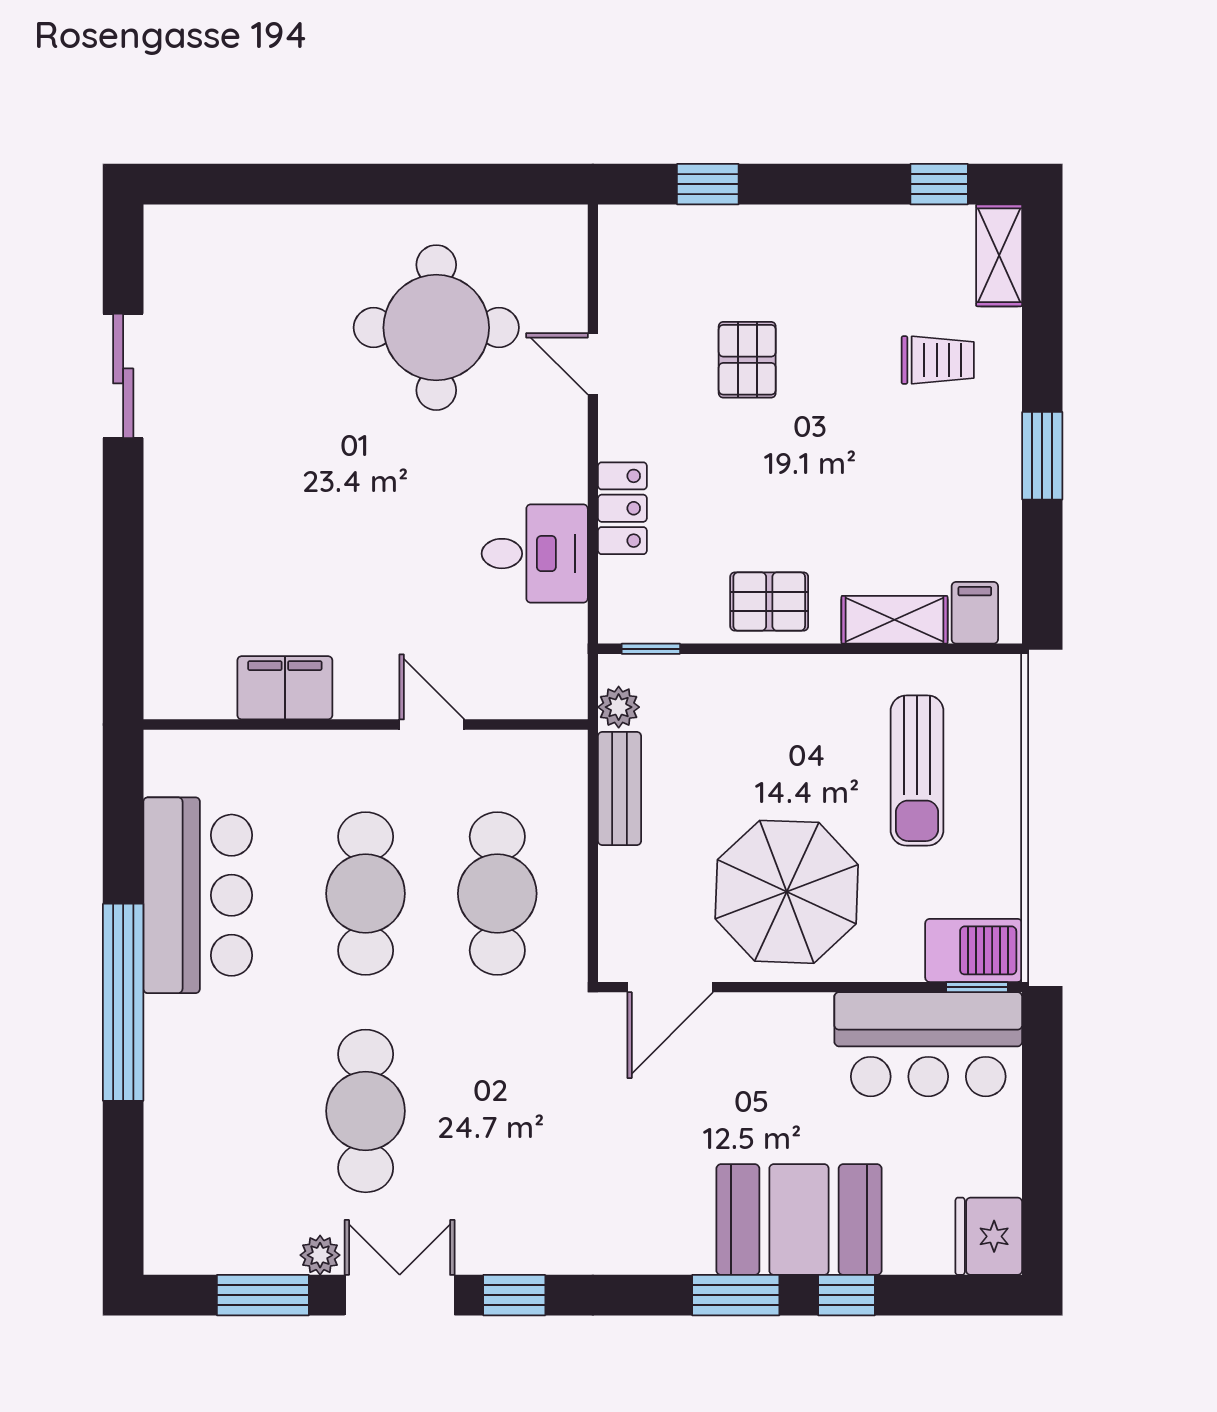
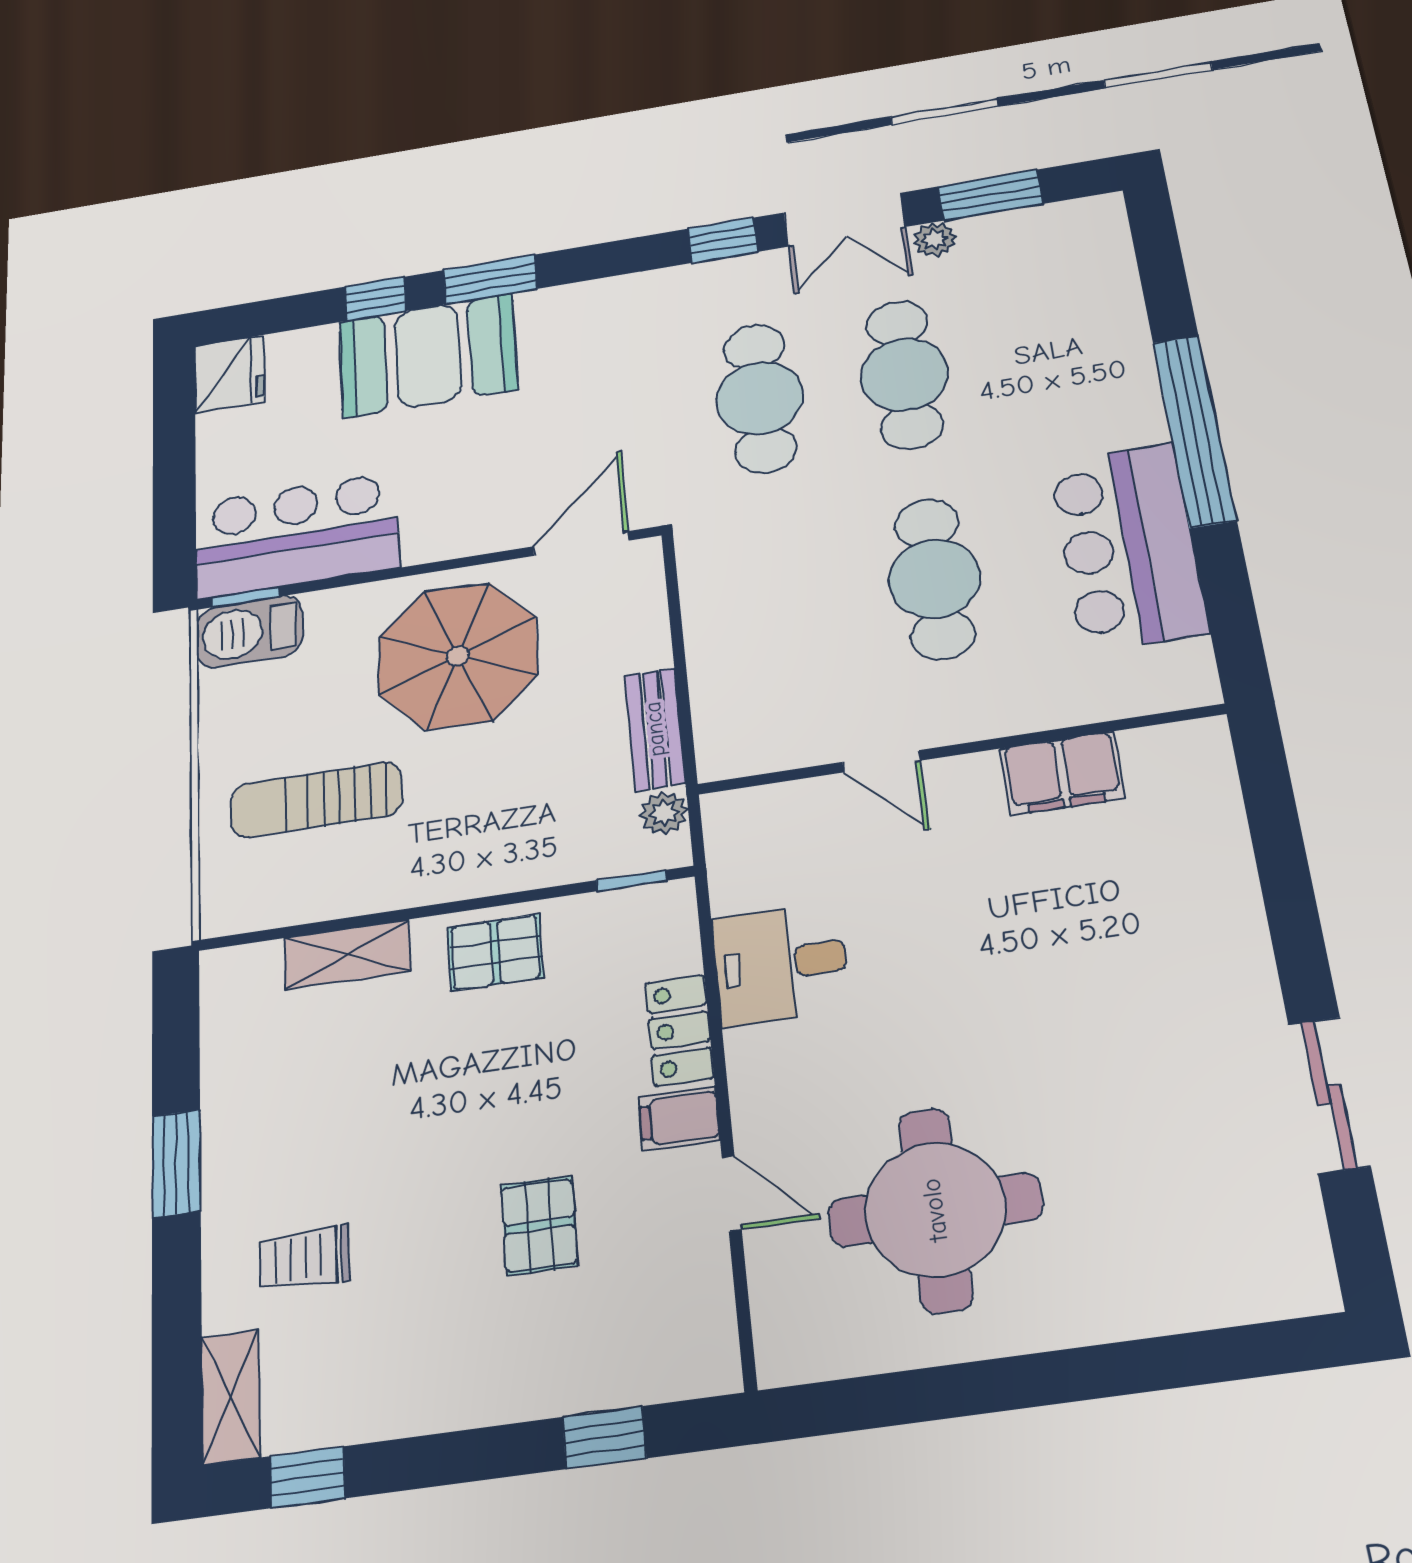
filing cabinet: (975, 613) -> (679, 1119), moved, turned 90
sun lounger: (917, 770) -> (316, 800), turned -90
cafe table: (497, 894) -> (760, 398), moved

